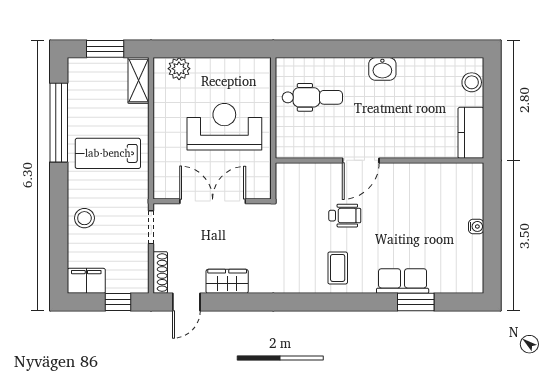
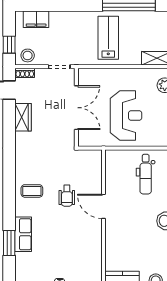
stool: (84, 218) -> (28, 55), moved
shoe rack: (160, 273) -> (25, 73), width x0.70
filing cabinet: (86, 281) -> (36, 19), moved, turned 90

